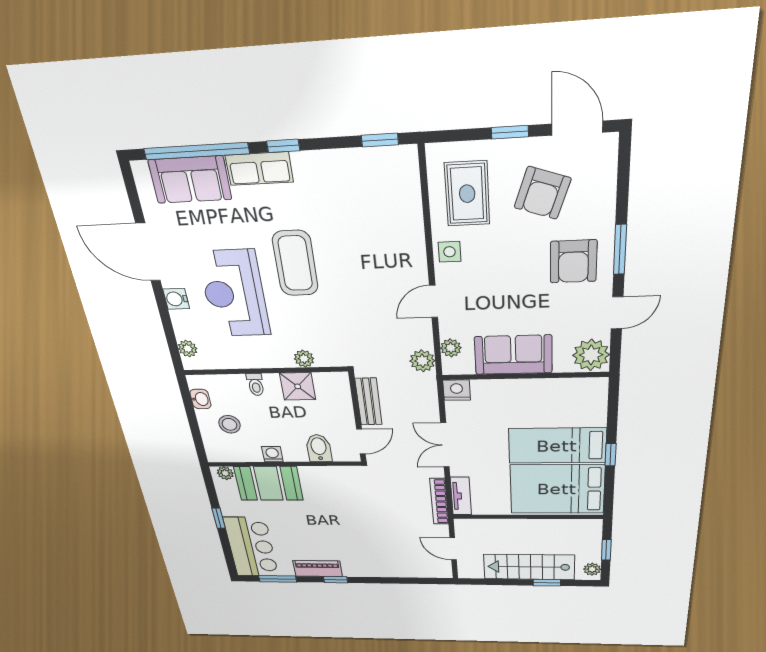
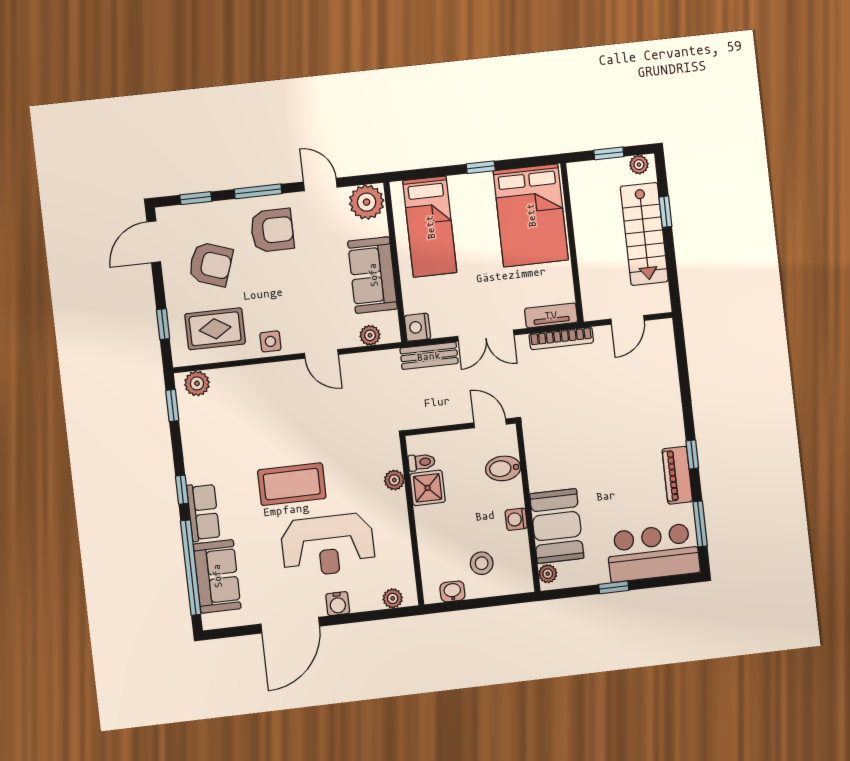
window: (510, 132) -> (163, 324), moved
window: (623, 181) -> (196, 198), added
plant: (422, 361) -> (197, 383), moved
toilet: (256, 385) -> (422, 462), moved
bench: (369, 402) -> (429, 356), moved
bed: (557, 446) -> (430, 227), moved

